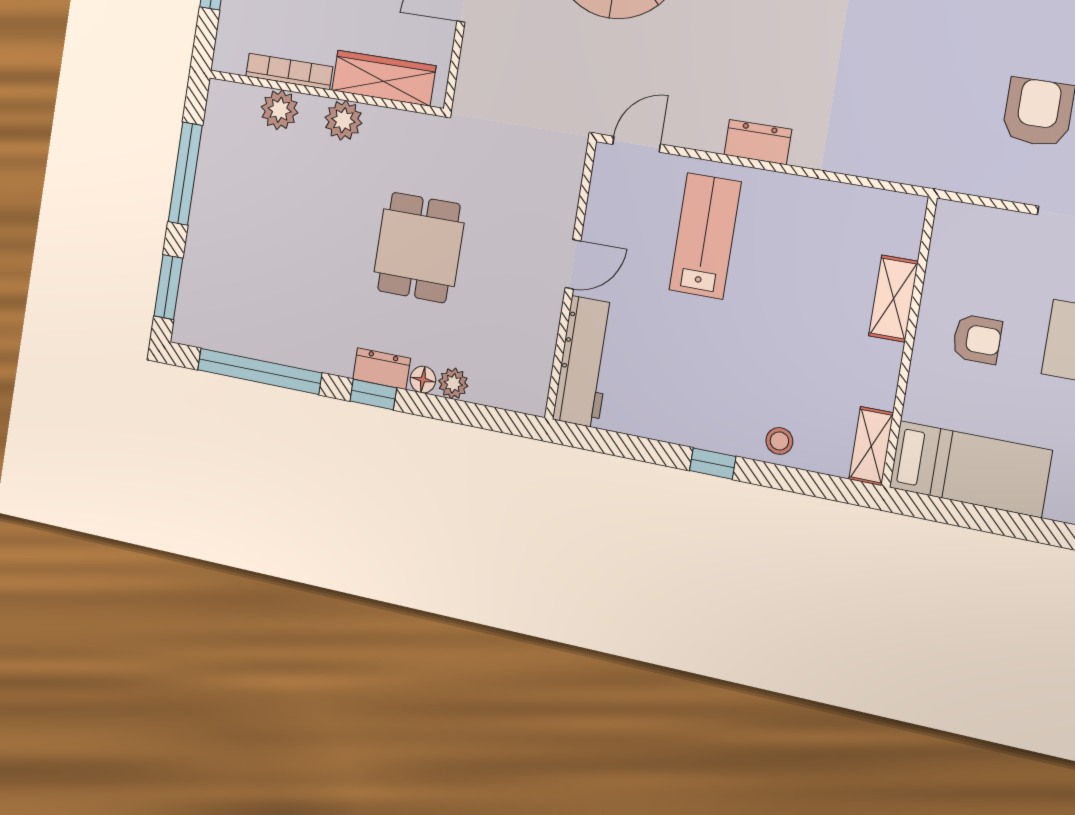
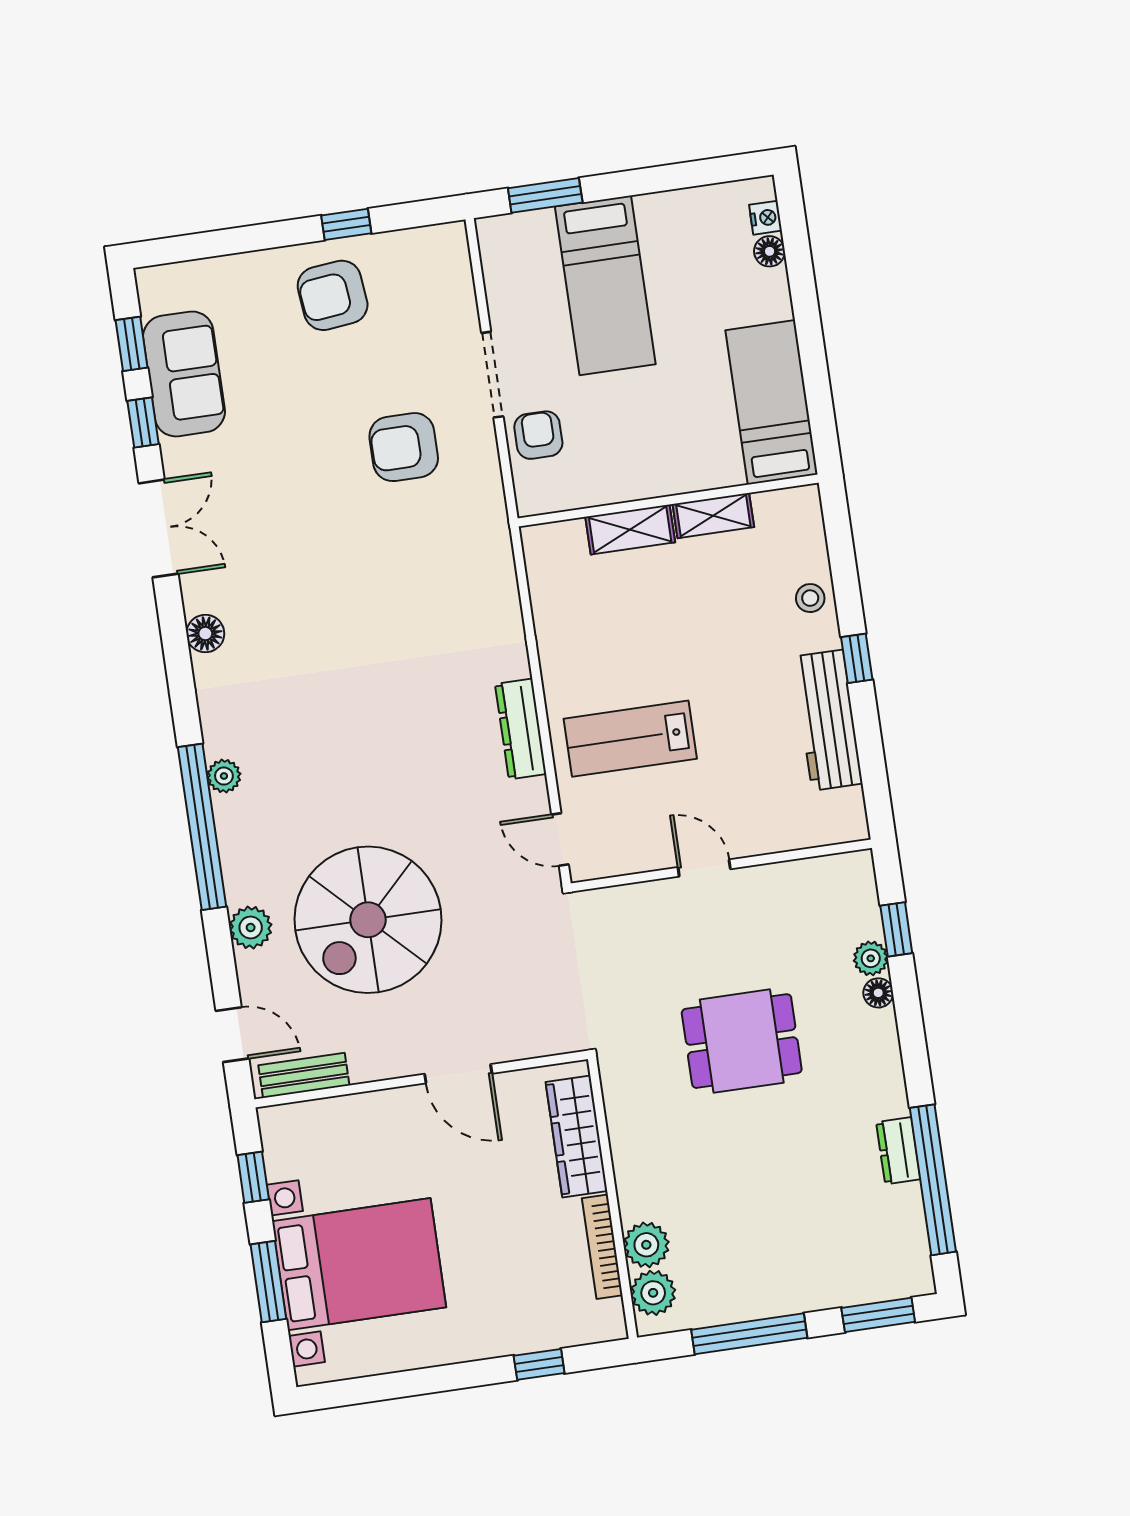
plant: (343, 120) -> (653, 1293), moved
dresser: (758, 142) -> (521, 729), width x1.44
armchair: (977, 339) -> (538, 435), moved
workbench: (584, 362) -> (828, 720), moved, turned -90
dresser: (382, 369) -> (898, 1151), moved
window: (373, 395) -> (896, 929), moved
shelving: (871, 446) -> (713, 516), moved

